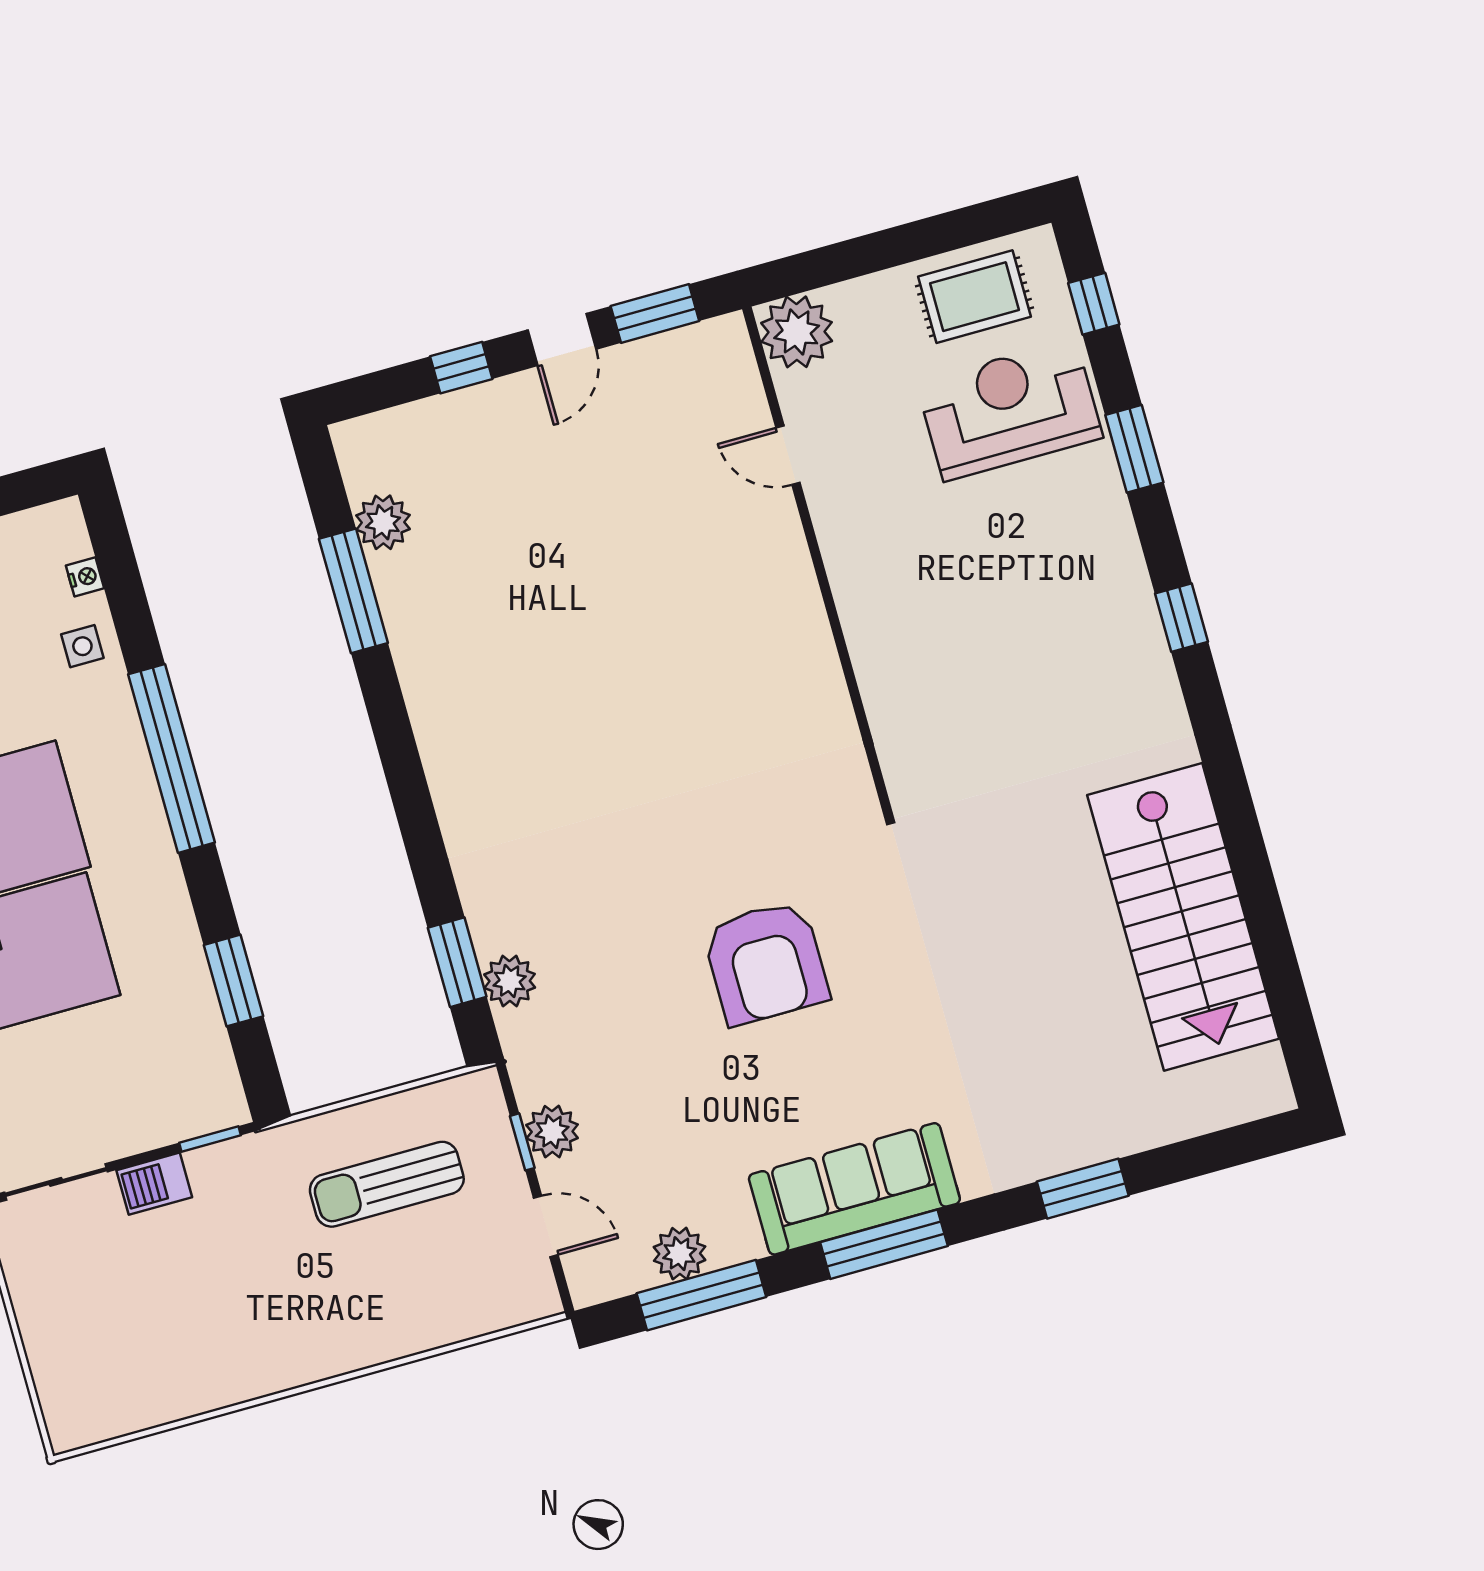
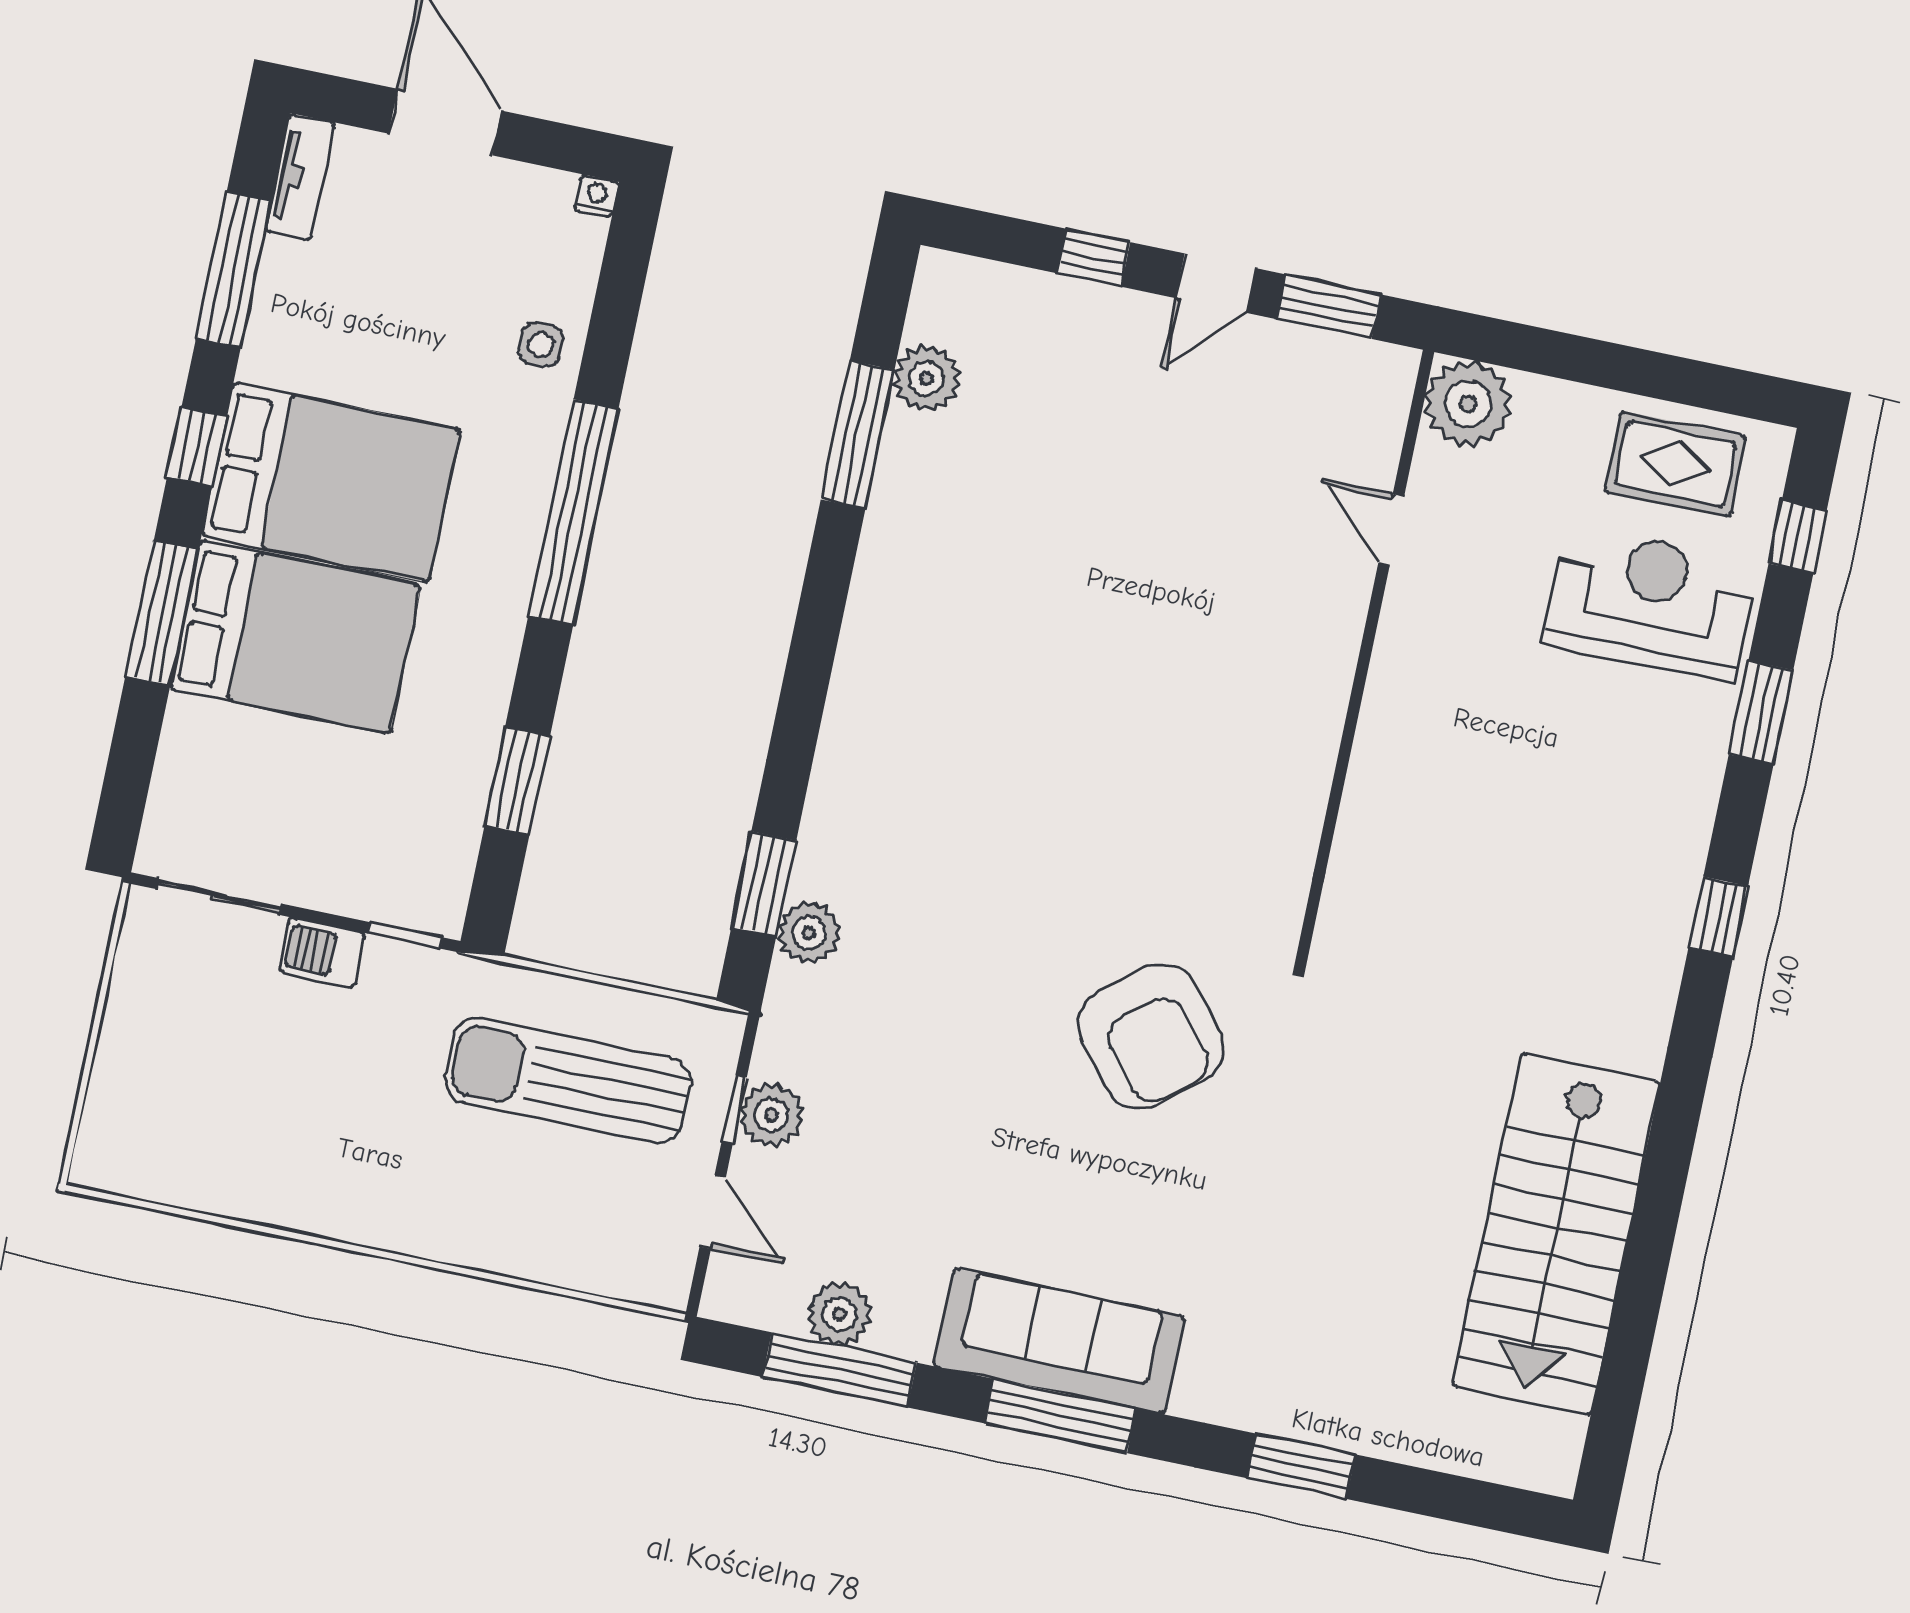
nightstand: (85, 577) -> (596, 196), moved, turned -90
armchair: (766, 963) -> (1151, 1036), moved, turned -39
sun lounger: (387, 1184) -> (568, 1080), width x1.36, depth x1.34

